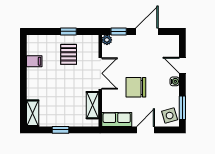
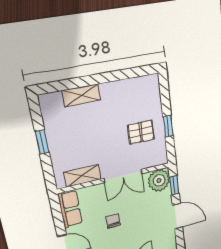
plant: (107, 40) -> (159, 180), width x1.88, depth x1.88
filing cabinet: (34, 61) -> (127, 89), removed
chair: (136, 87) -> (113, 221), width x0.54, depth x0.54
shelving: (33, 113) -> (81, 95), moved

